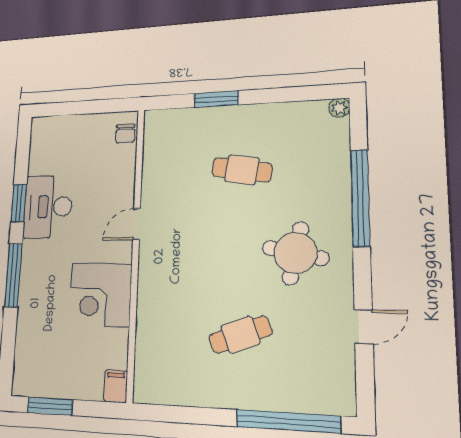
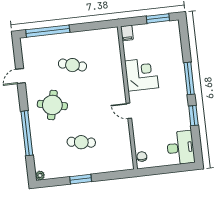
window: (216, 99) -> (81, 179), moved
desk: (48, 207) -> (181, 148), moved
door: (137, 224) -> (129, 111), swing flipped
cafe table: (240, 335) -> (72, 65), turned 36

